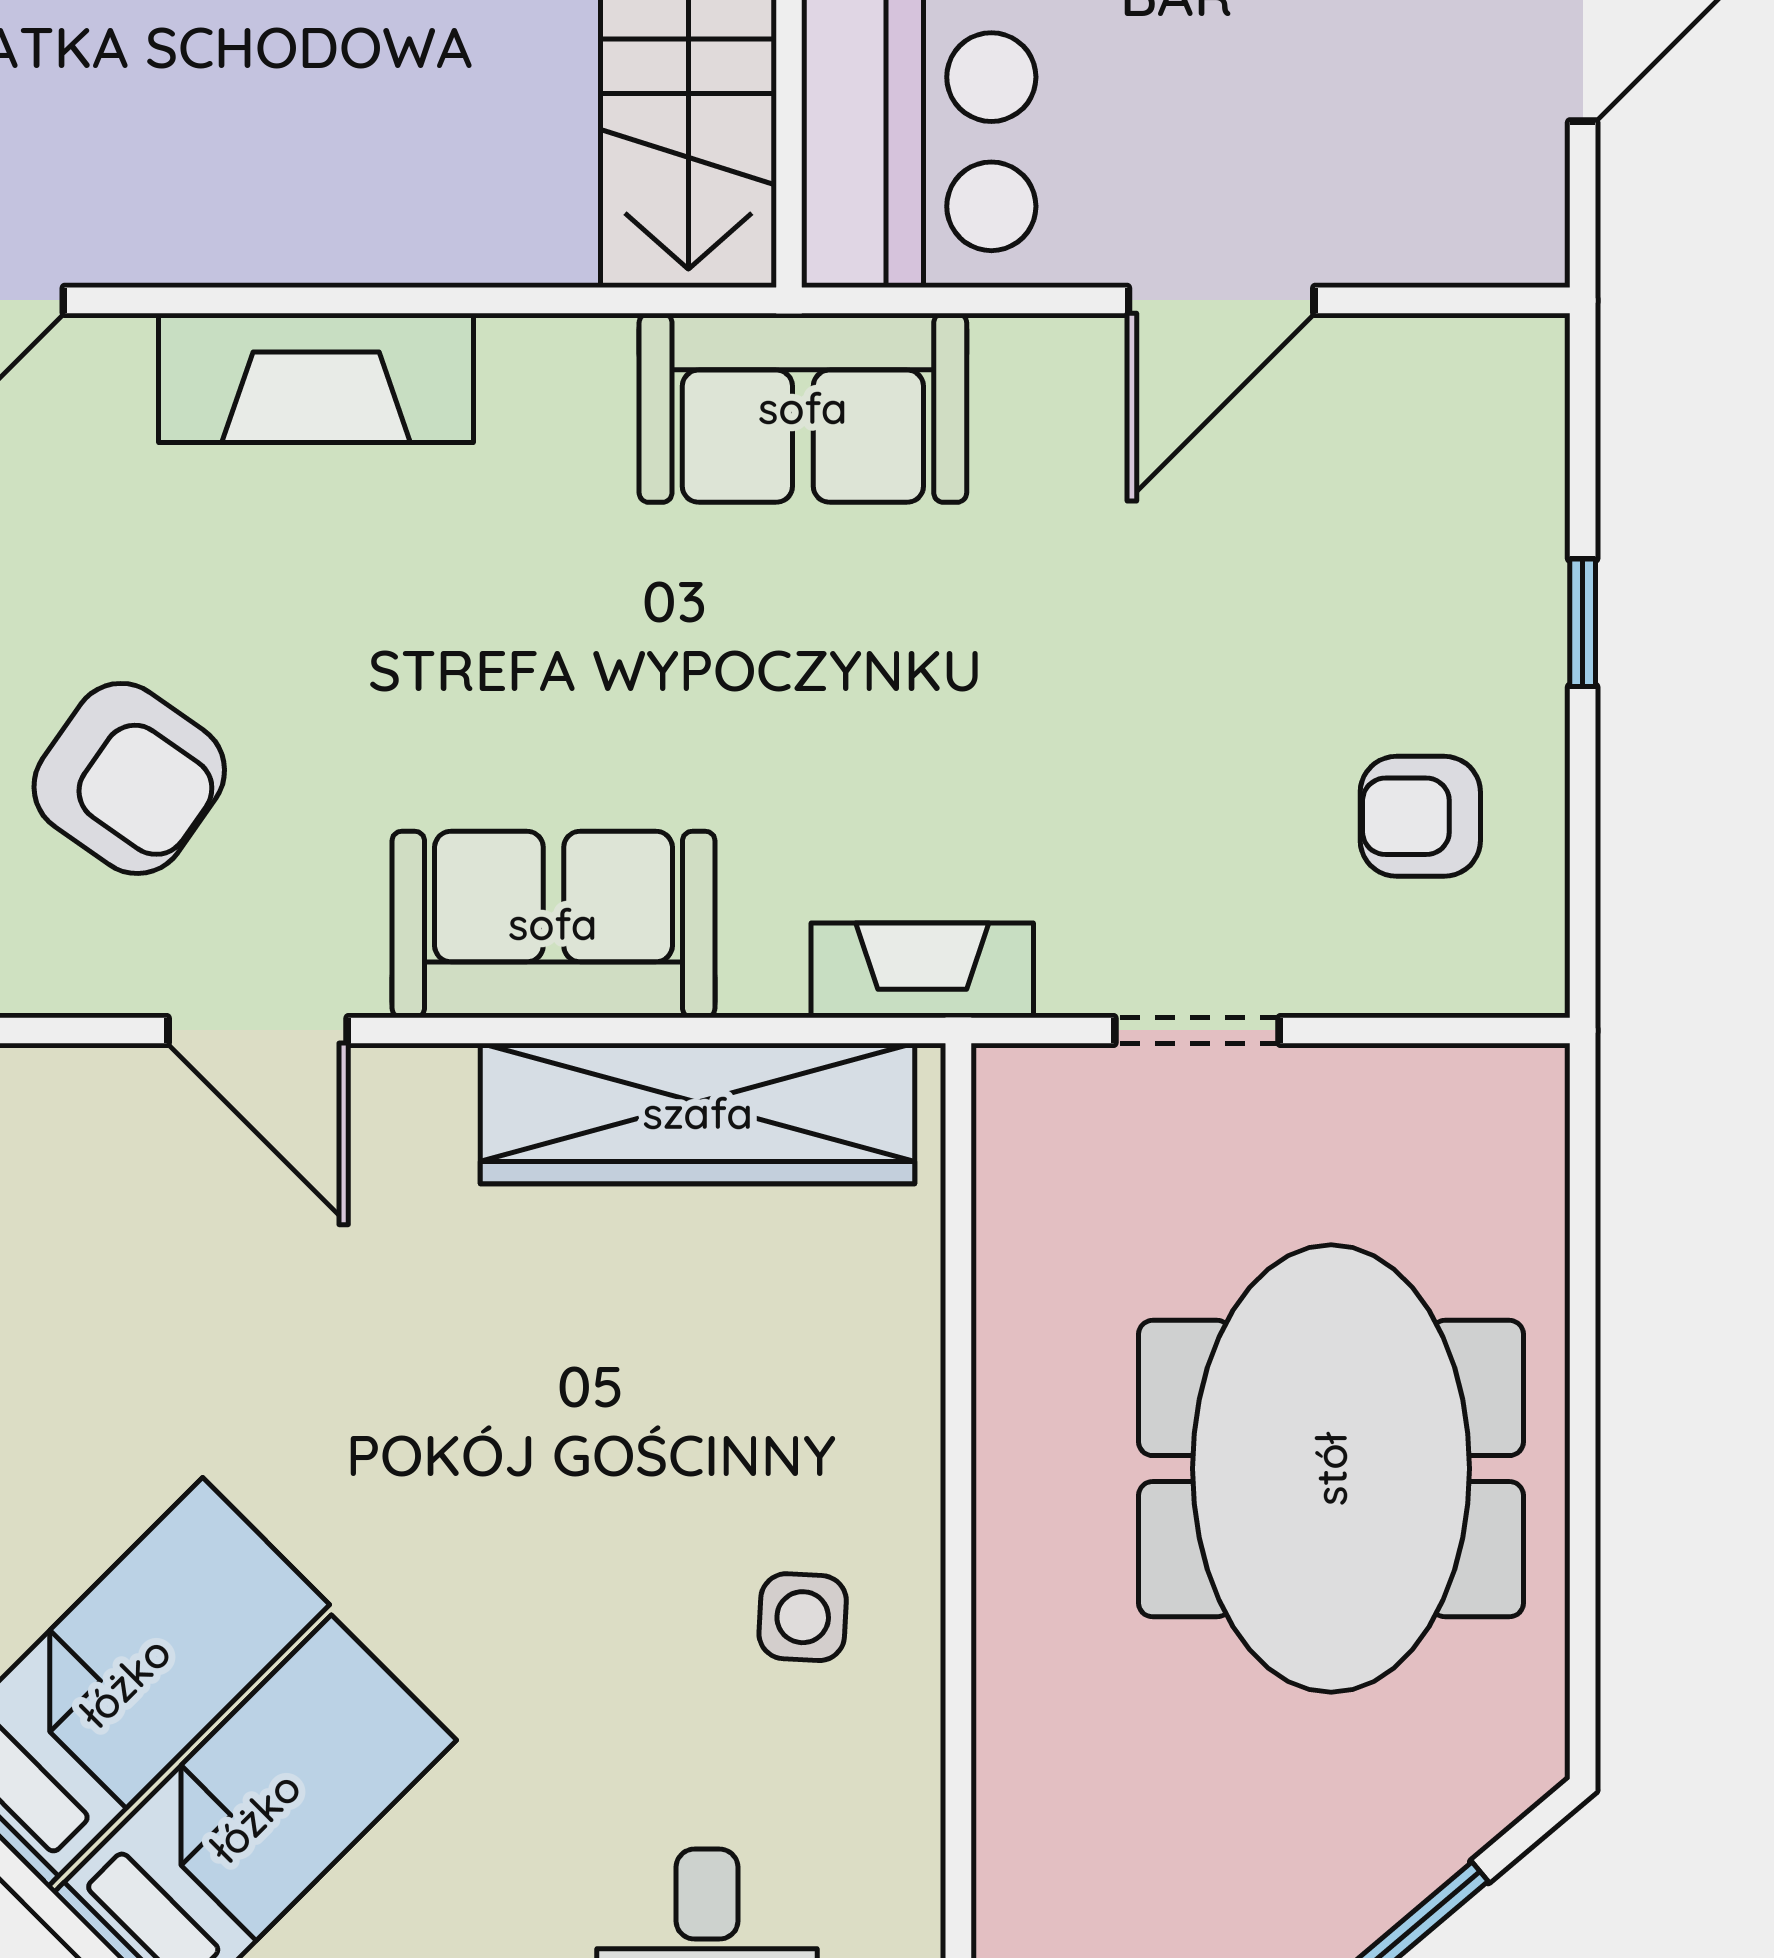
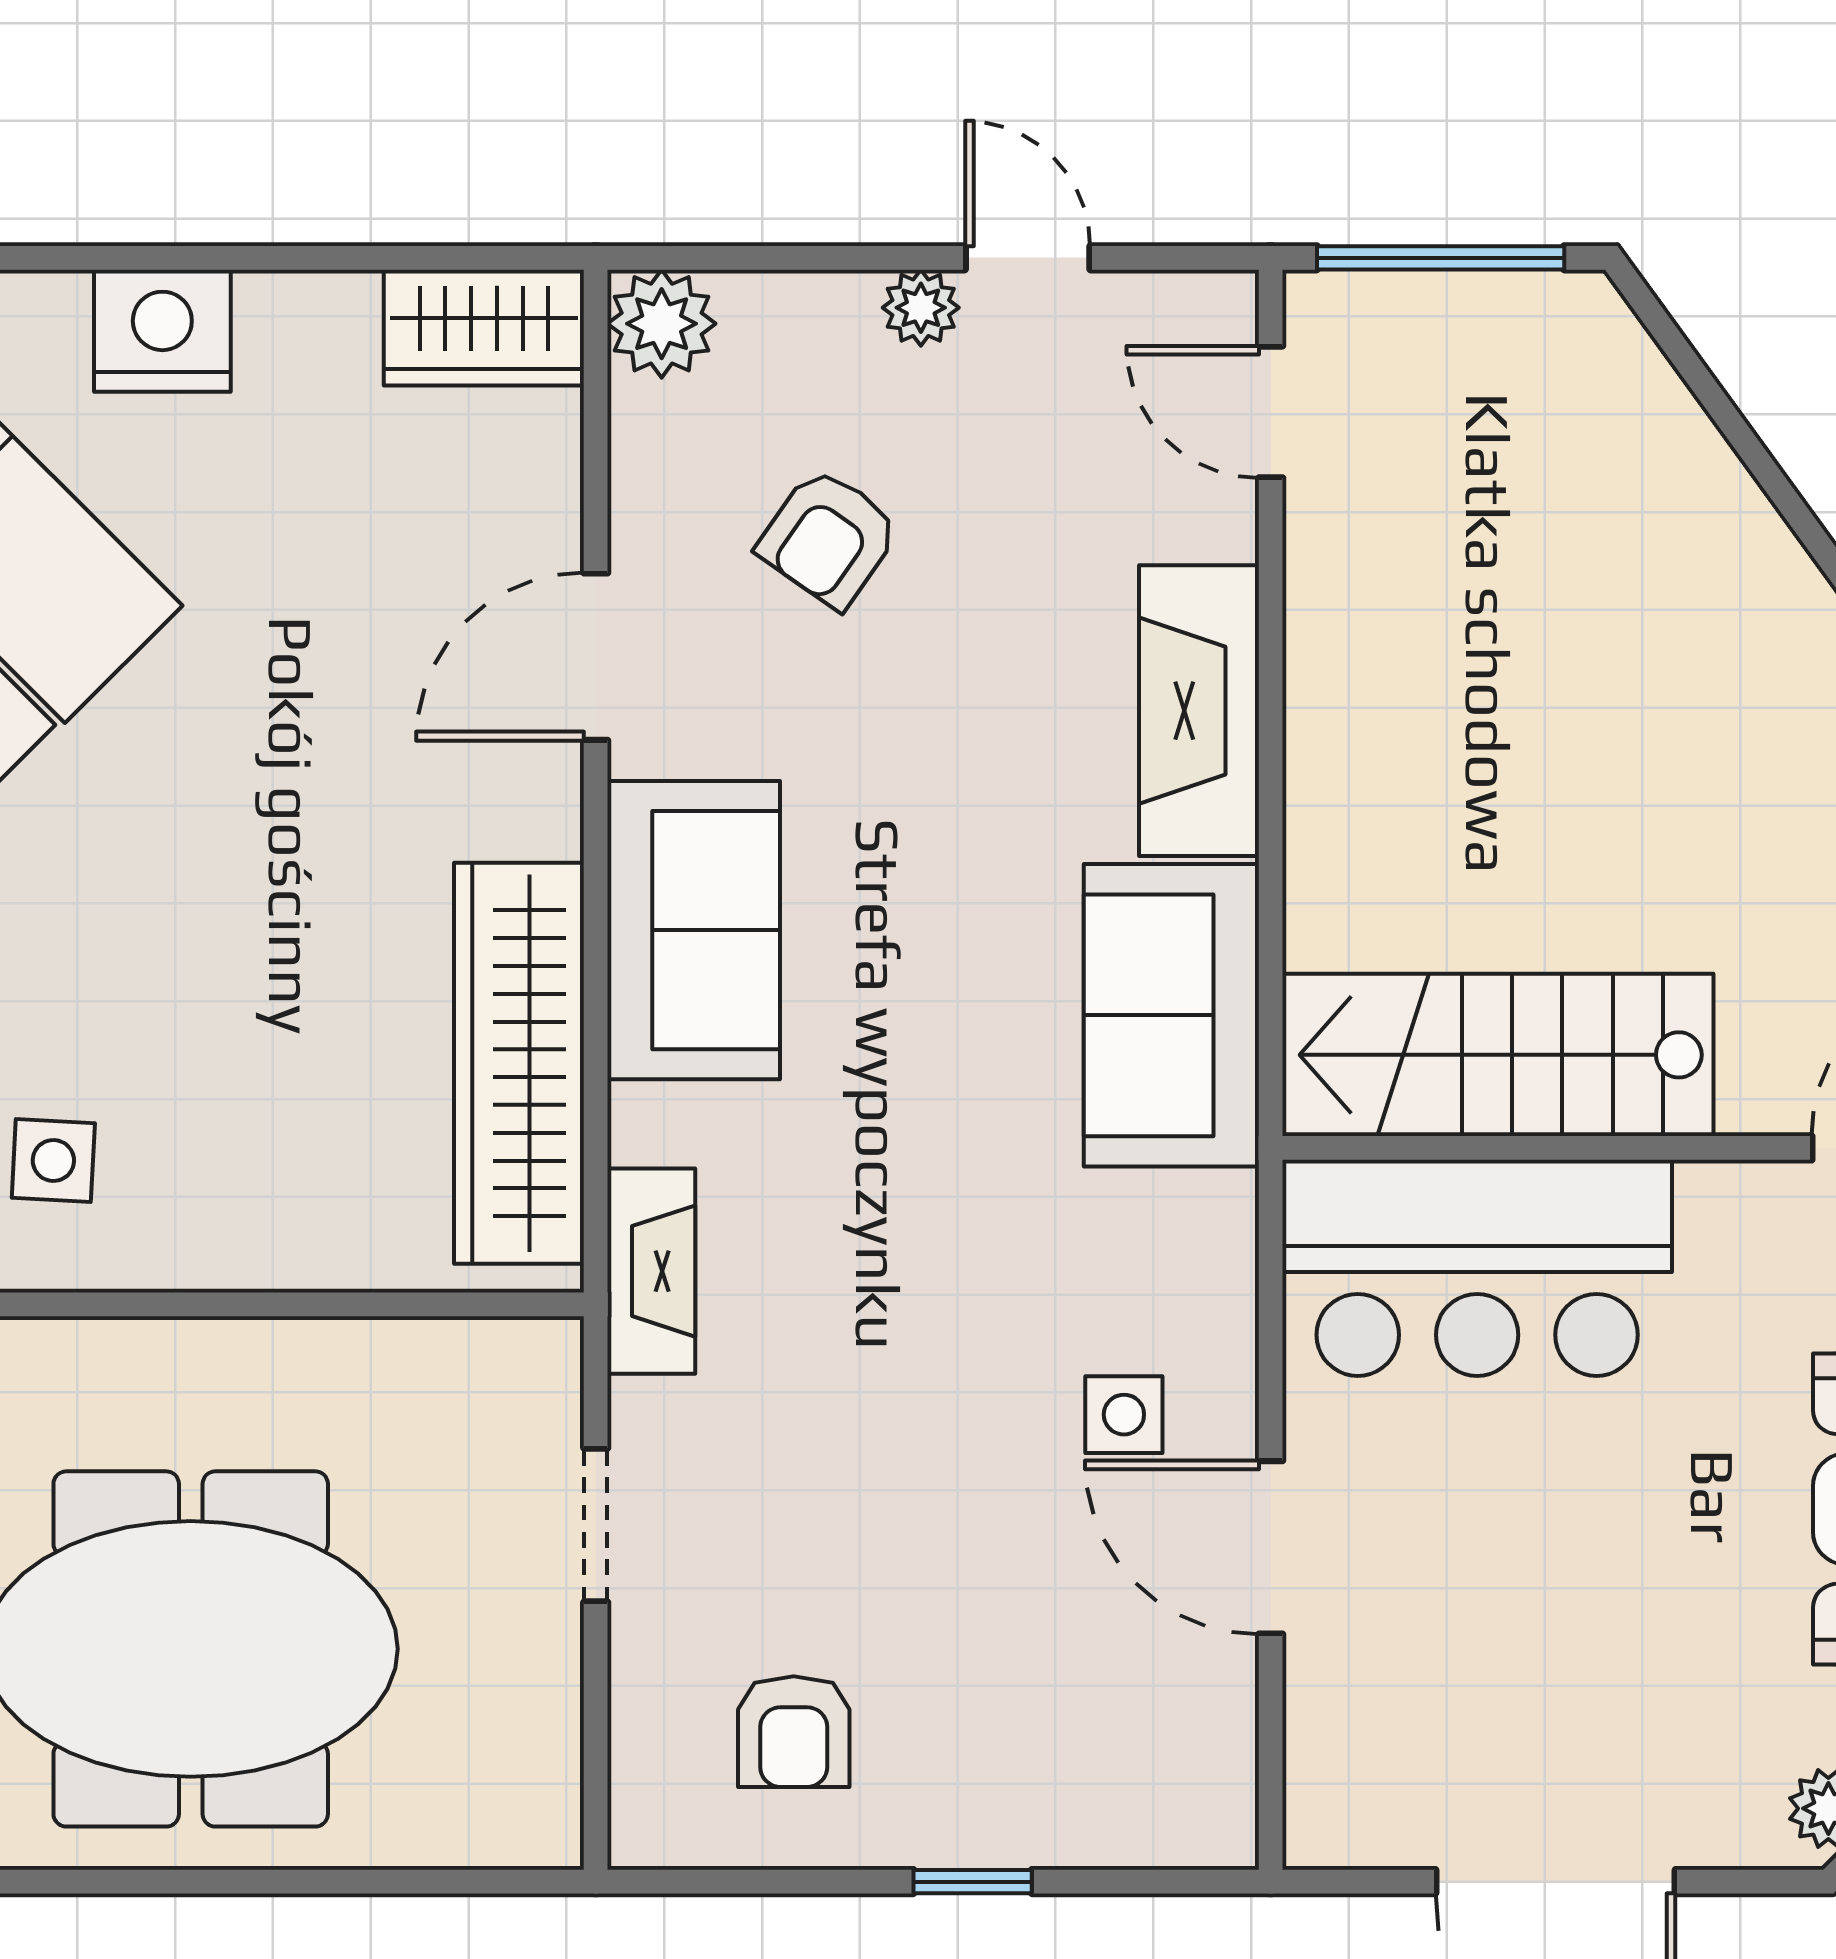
sofa: (803, 408) -> (1171, 1015), moved
side table: (1077, 459) -> (1124, 1415), added
armchair: (129, 778) -> (829, 538), width x0.72, depth x0.72
armchair: (1420, 816) -> (794, 1732), turned 180

